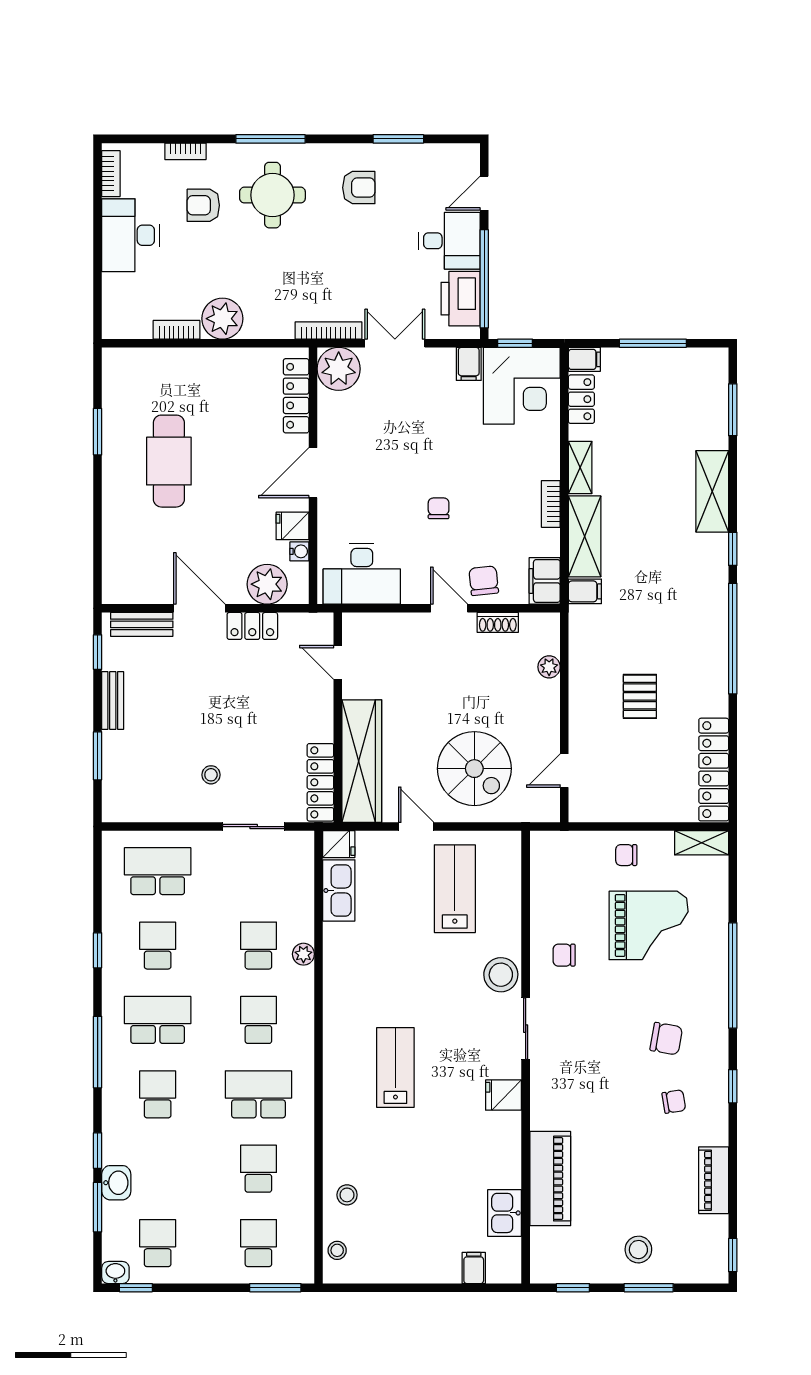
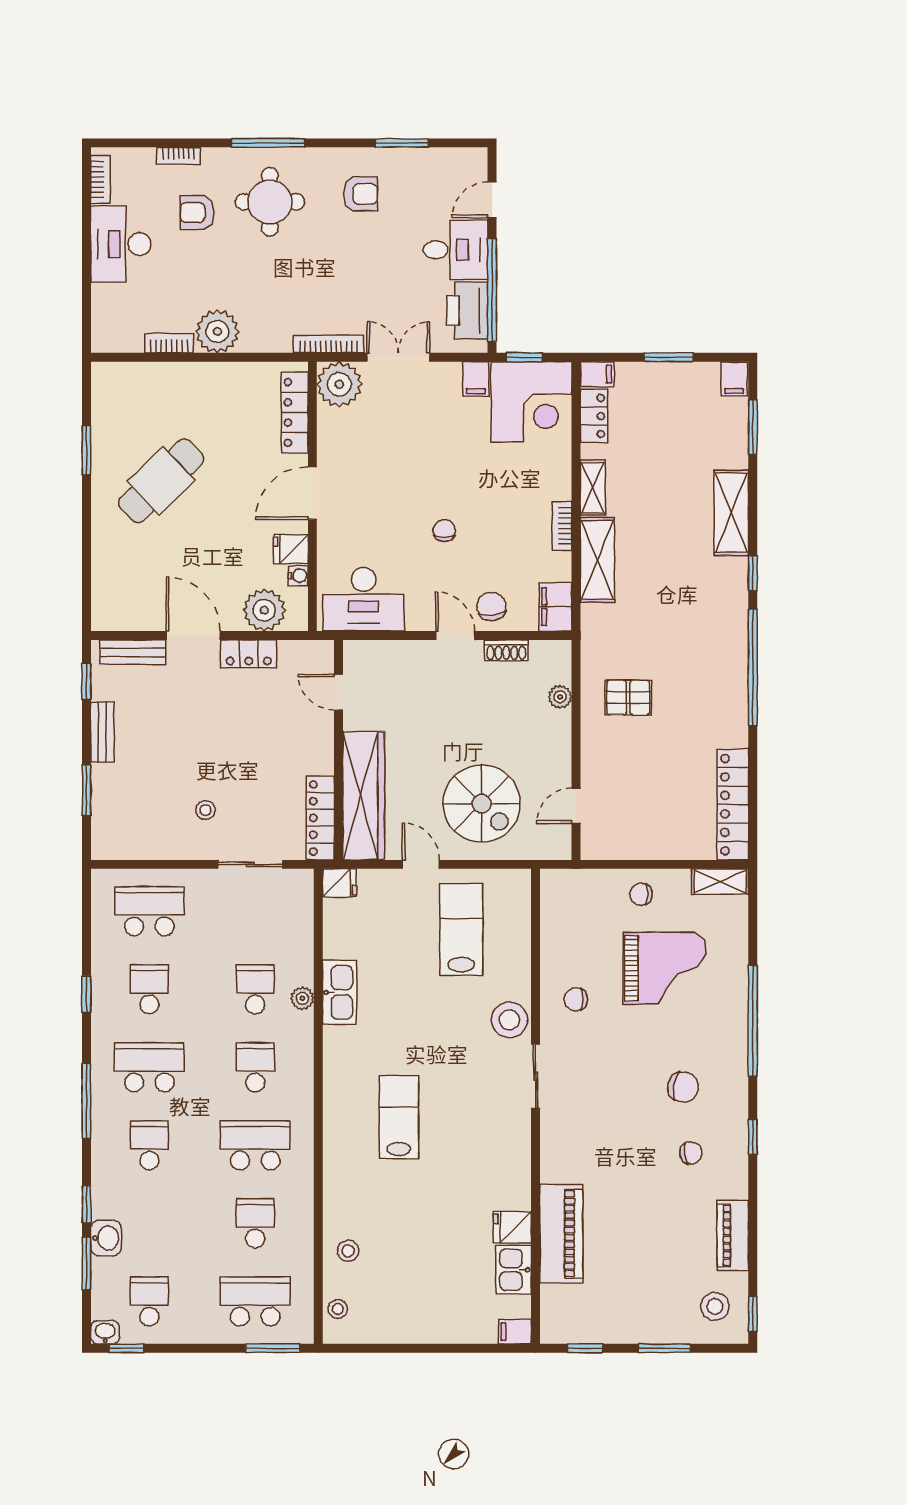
window: (653, 343) -> (669, 357), width x0.69
cafe table: (169, 461) -> (161, 481), turned 46
filing cabinet: (585, 591) -> (734, 379), moved, turned 90
pallet: (640, 696) -> (628, 697), moved, turned 90
kitchen sink: (339, 890) -> (339, 992), moved
fridge: (504, 1095) -> (512, 1227), moved
school desk: (258, 1243) -> (255, 1301), width x1.85
stool: (638, 1250) -> (715, 1307), moved
filing cabinet: (474, 1268) -> (515, 1332), moved, turned -90

